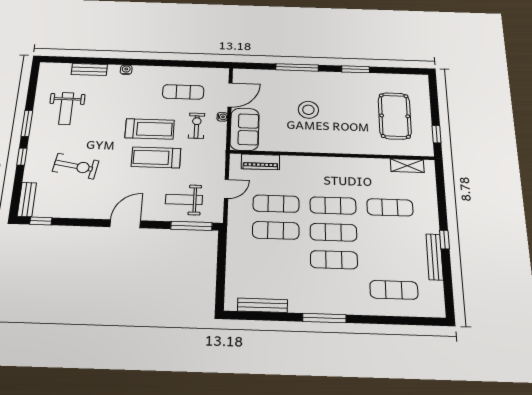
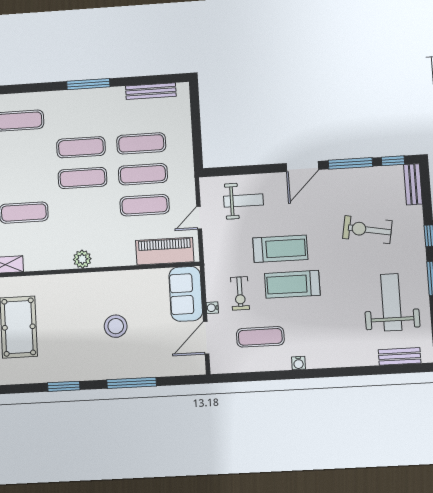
bench: (89, 69) -> (400, 356), moved
water cooler: (126, 70) -> (299, 363), moved
weight bench: (66, 108) -> (391, 302), width x1.36, depth x1.33
piano: (260, 162) -> (165, 251), width x1.37, depth x1.33
plant: (336, 164) -> (82, 259), added
exercise mat: (333, 206) -> (141, 143), moved
window: (192, 226) -> (350, 163), moved

